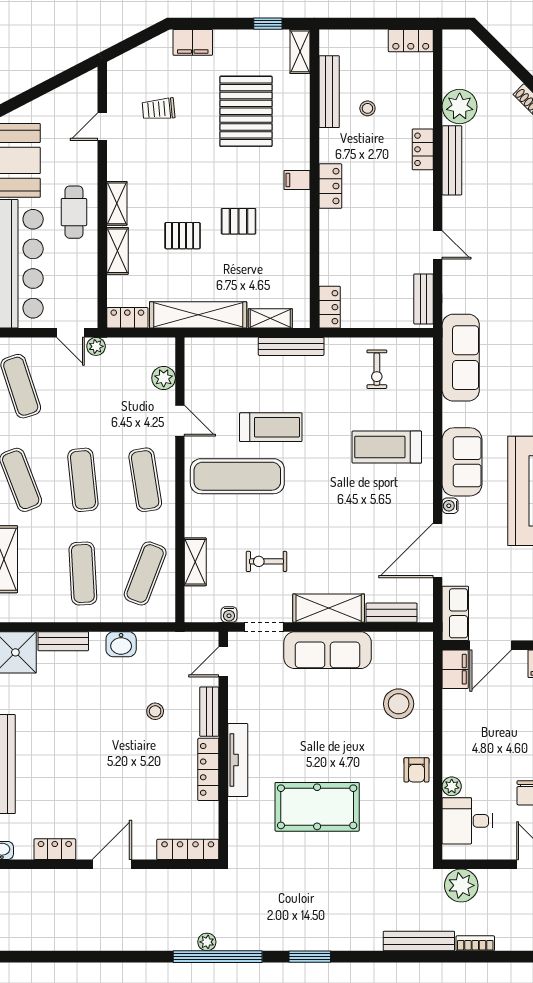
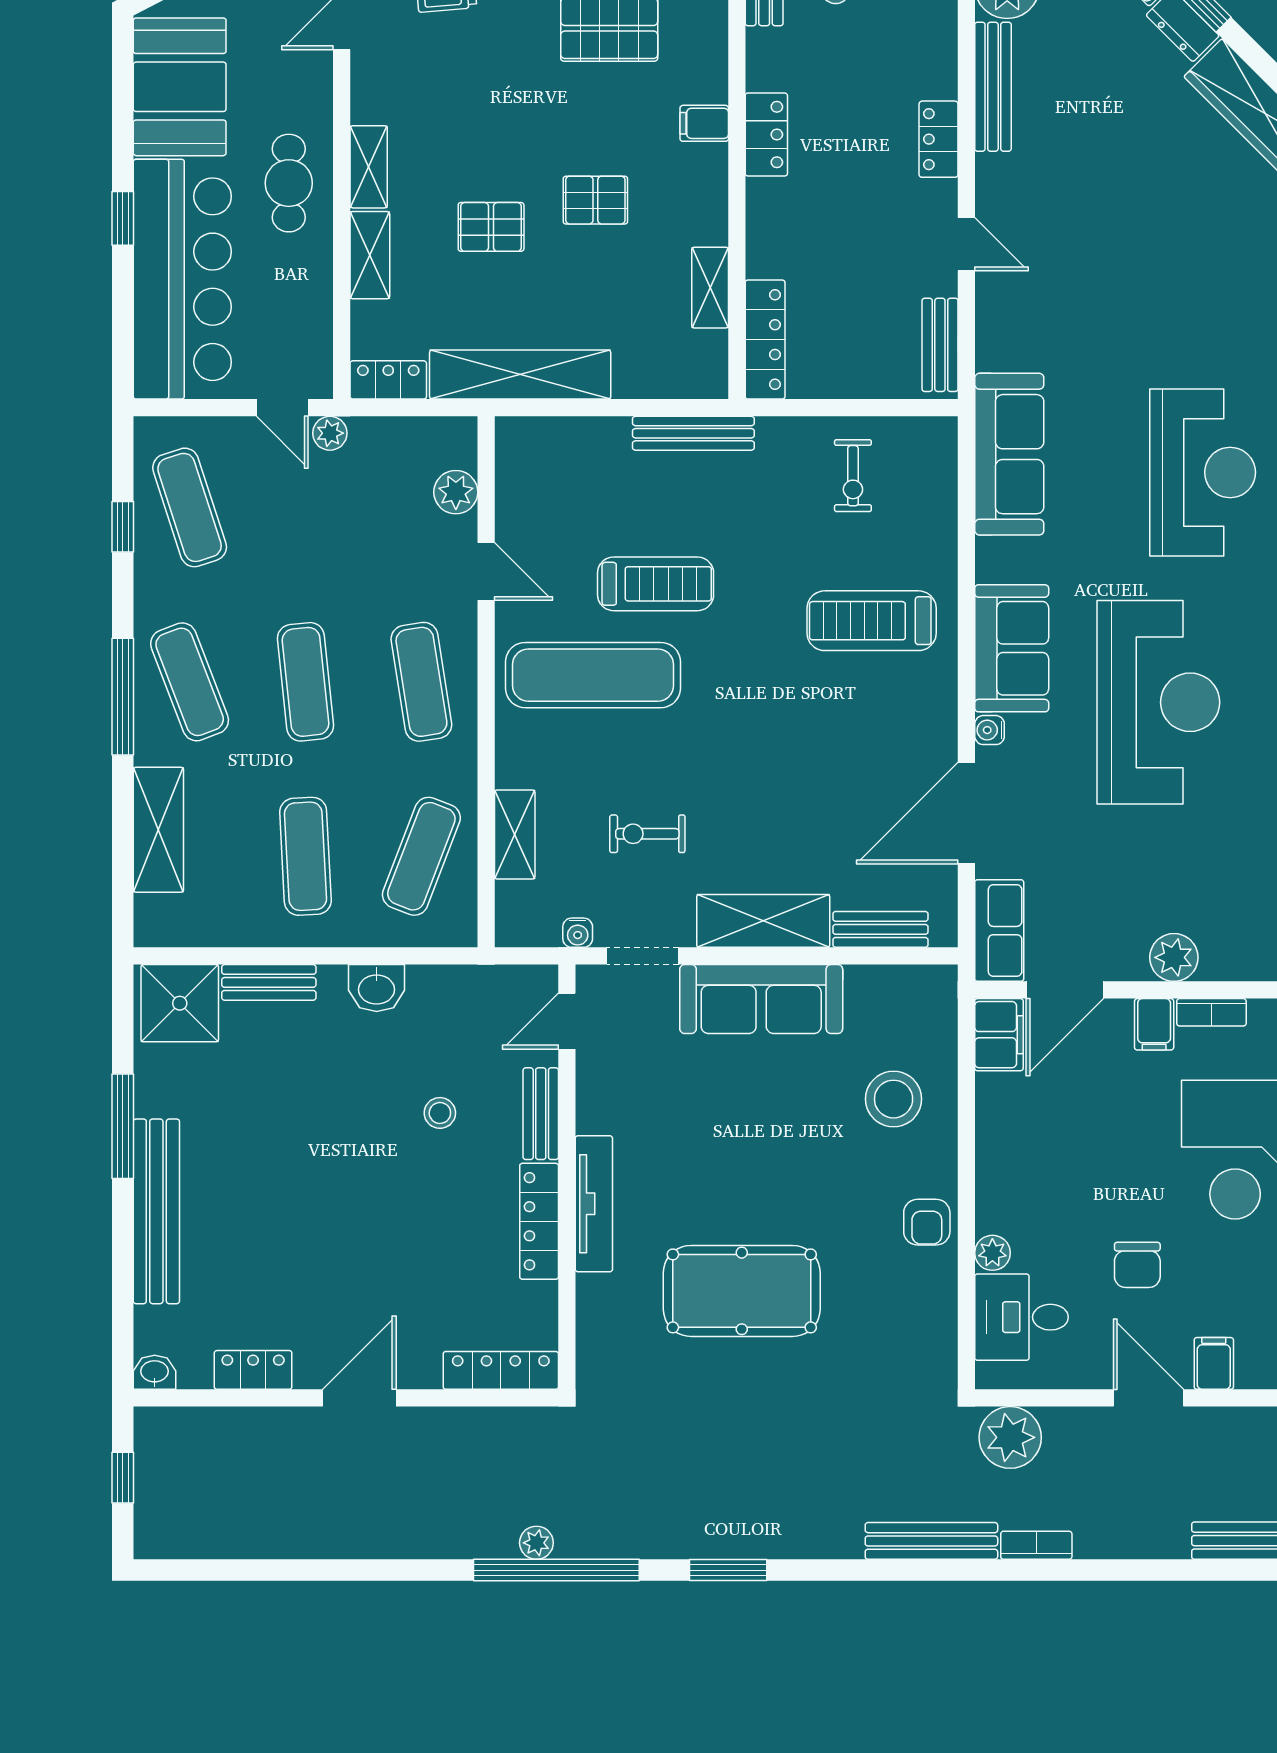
locker: (423, 149) -> (939, 139), moved
locker: (330, 307) -> (765, 340), width x1.53
shelving: (270, 318) -> (710, 288), moved, turned 90

